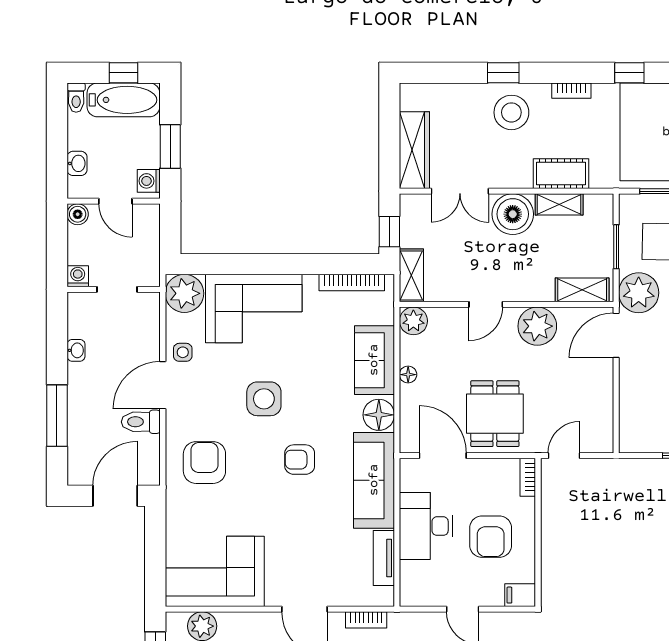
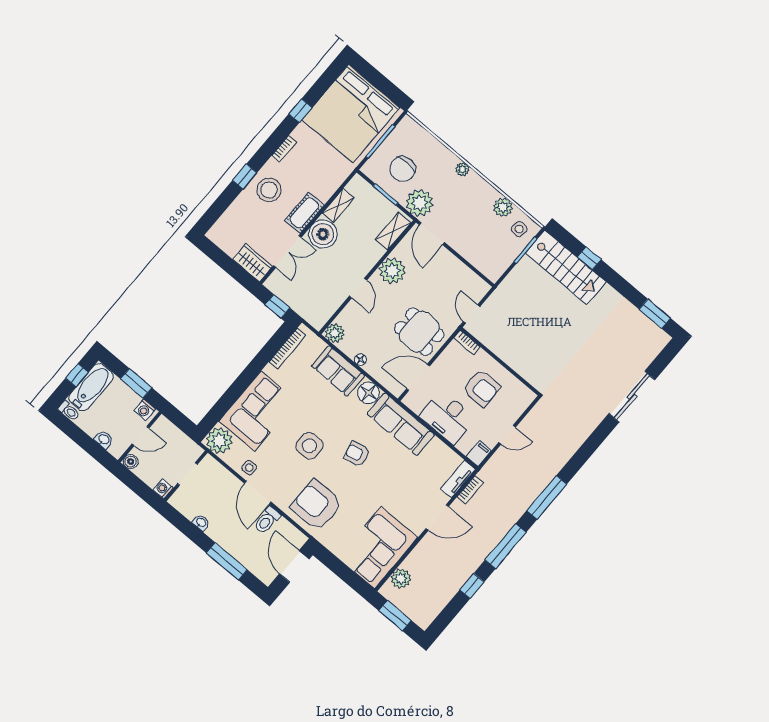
wardrobe: (414, 150) -> (253, 263), width x0.67
cot: (561, 174) -> (304, 213), moved
shelving: (411, 275) -> (310, 314), removed
armchair: (300, 460) -> (357, 454), turned 77
armchair: (204, 463) -> (316, 505), width x1.36, depth x1.36
tv unit: (384, 558) -> (458, 479), moved, turned 90
filing cabinet: (520, 595) -> (479, 454), moved, turned 180

